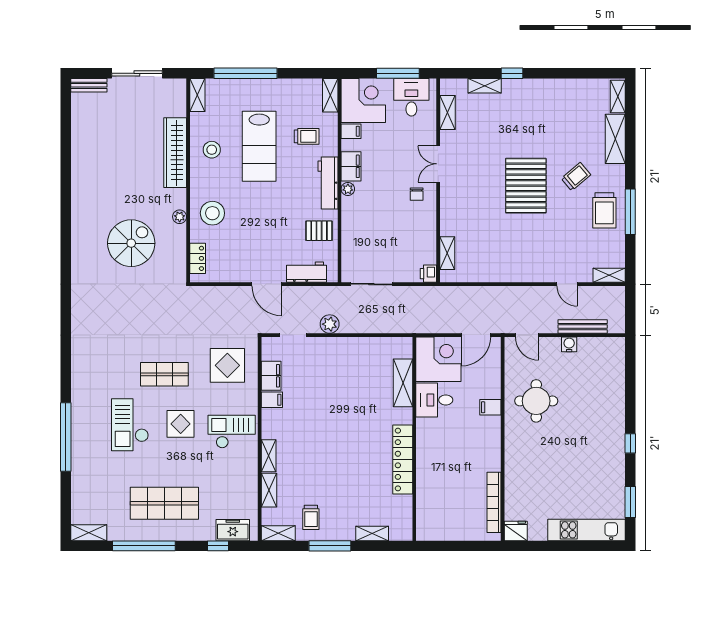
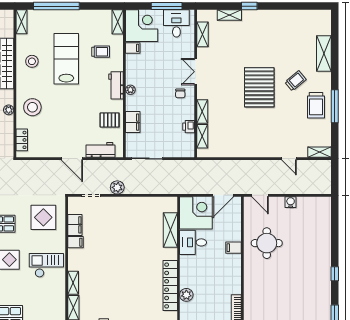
shelving: (618, 97) -> (202, 111), moved
lab bench: (259, 146) -> (66, 59), turned 180
filing cabinet: (351, 166) -> (133, 122), moved
workbench: (328, 183) -> (116, 85), width x0.73
printer: (428, 274) -> (189, 127), moved
bench: (583, 327) -> (300, 189), removed
plant: (425, 473) -> (186, 295), added

